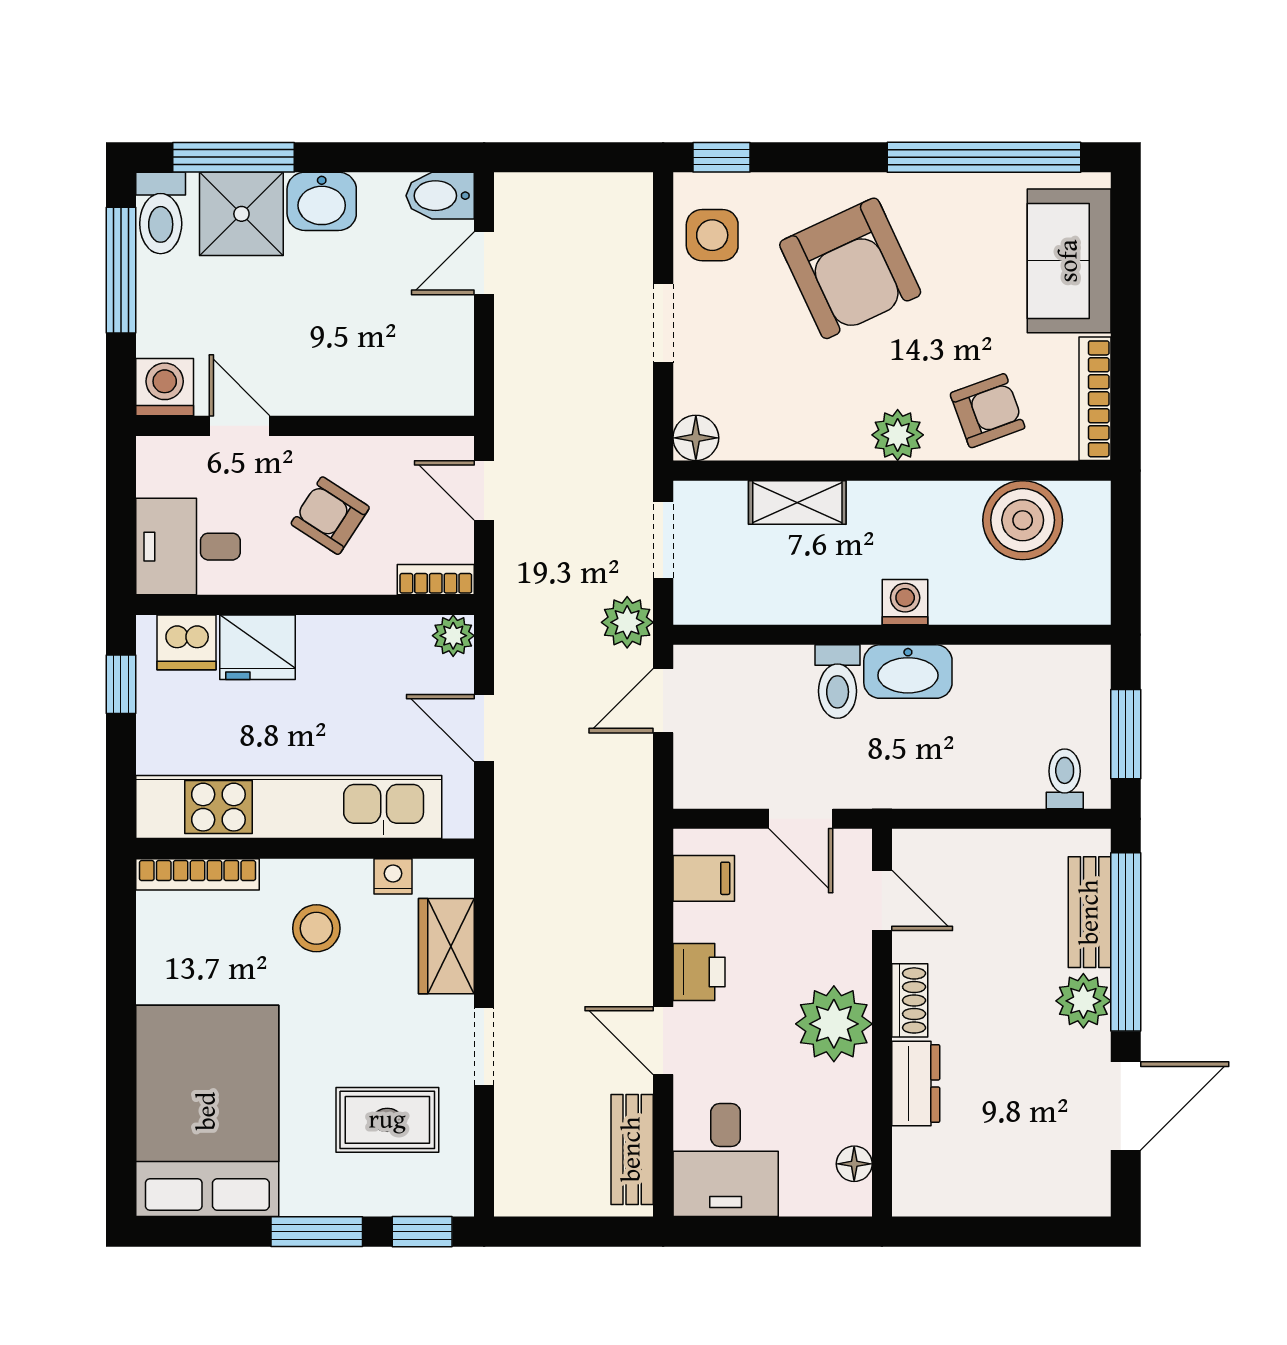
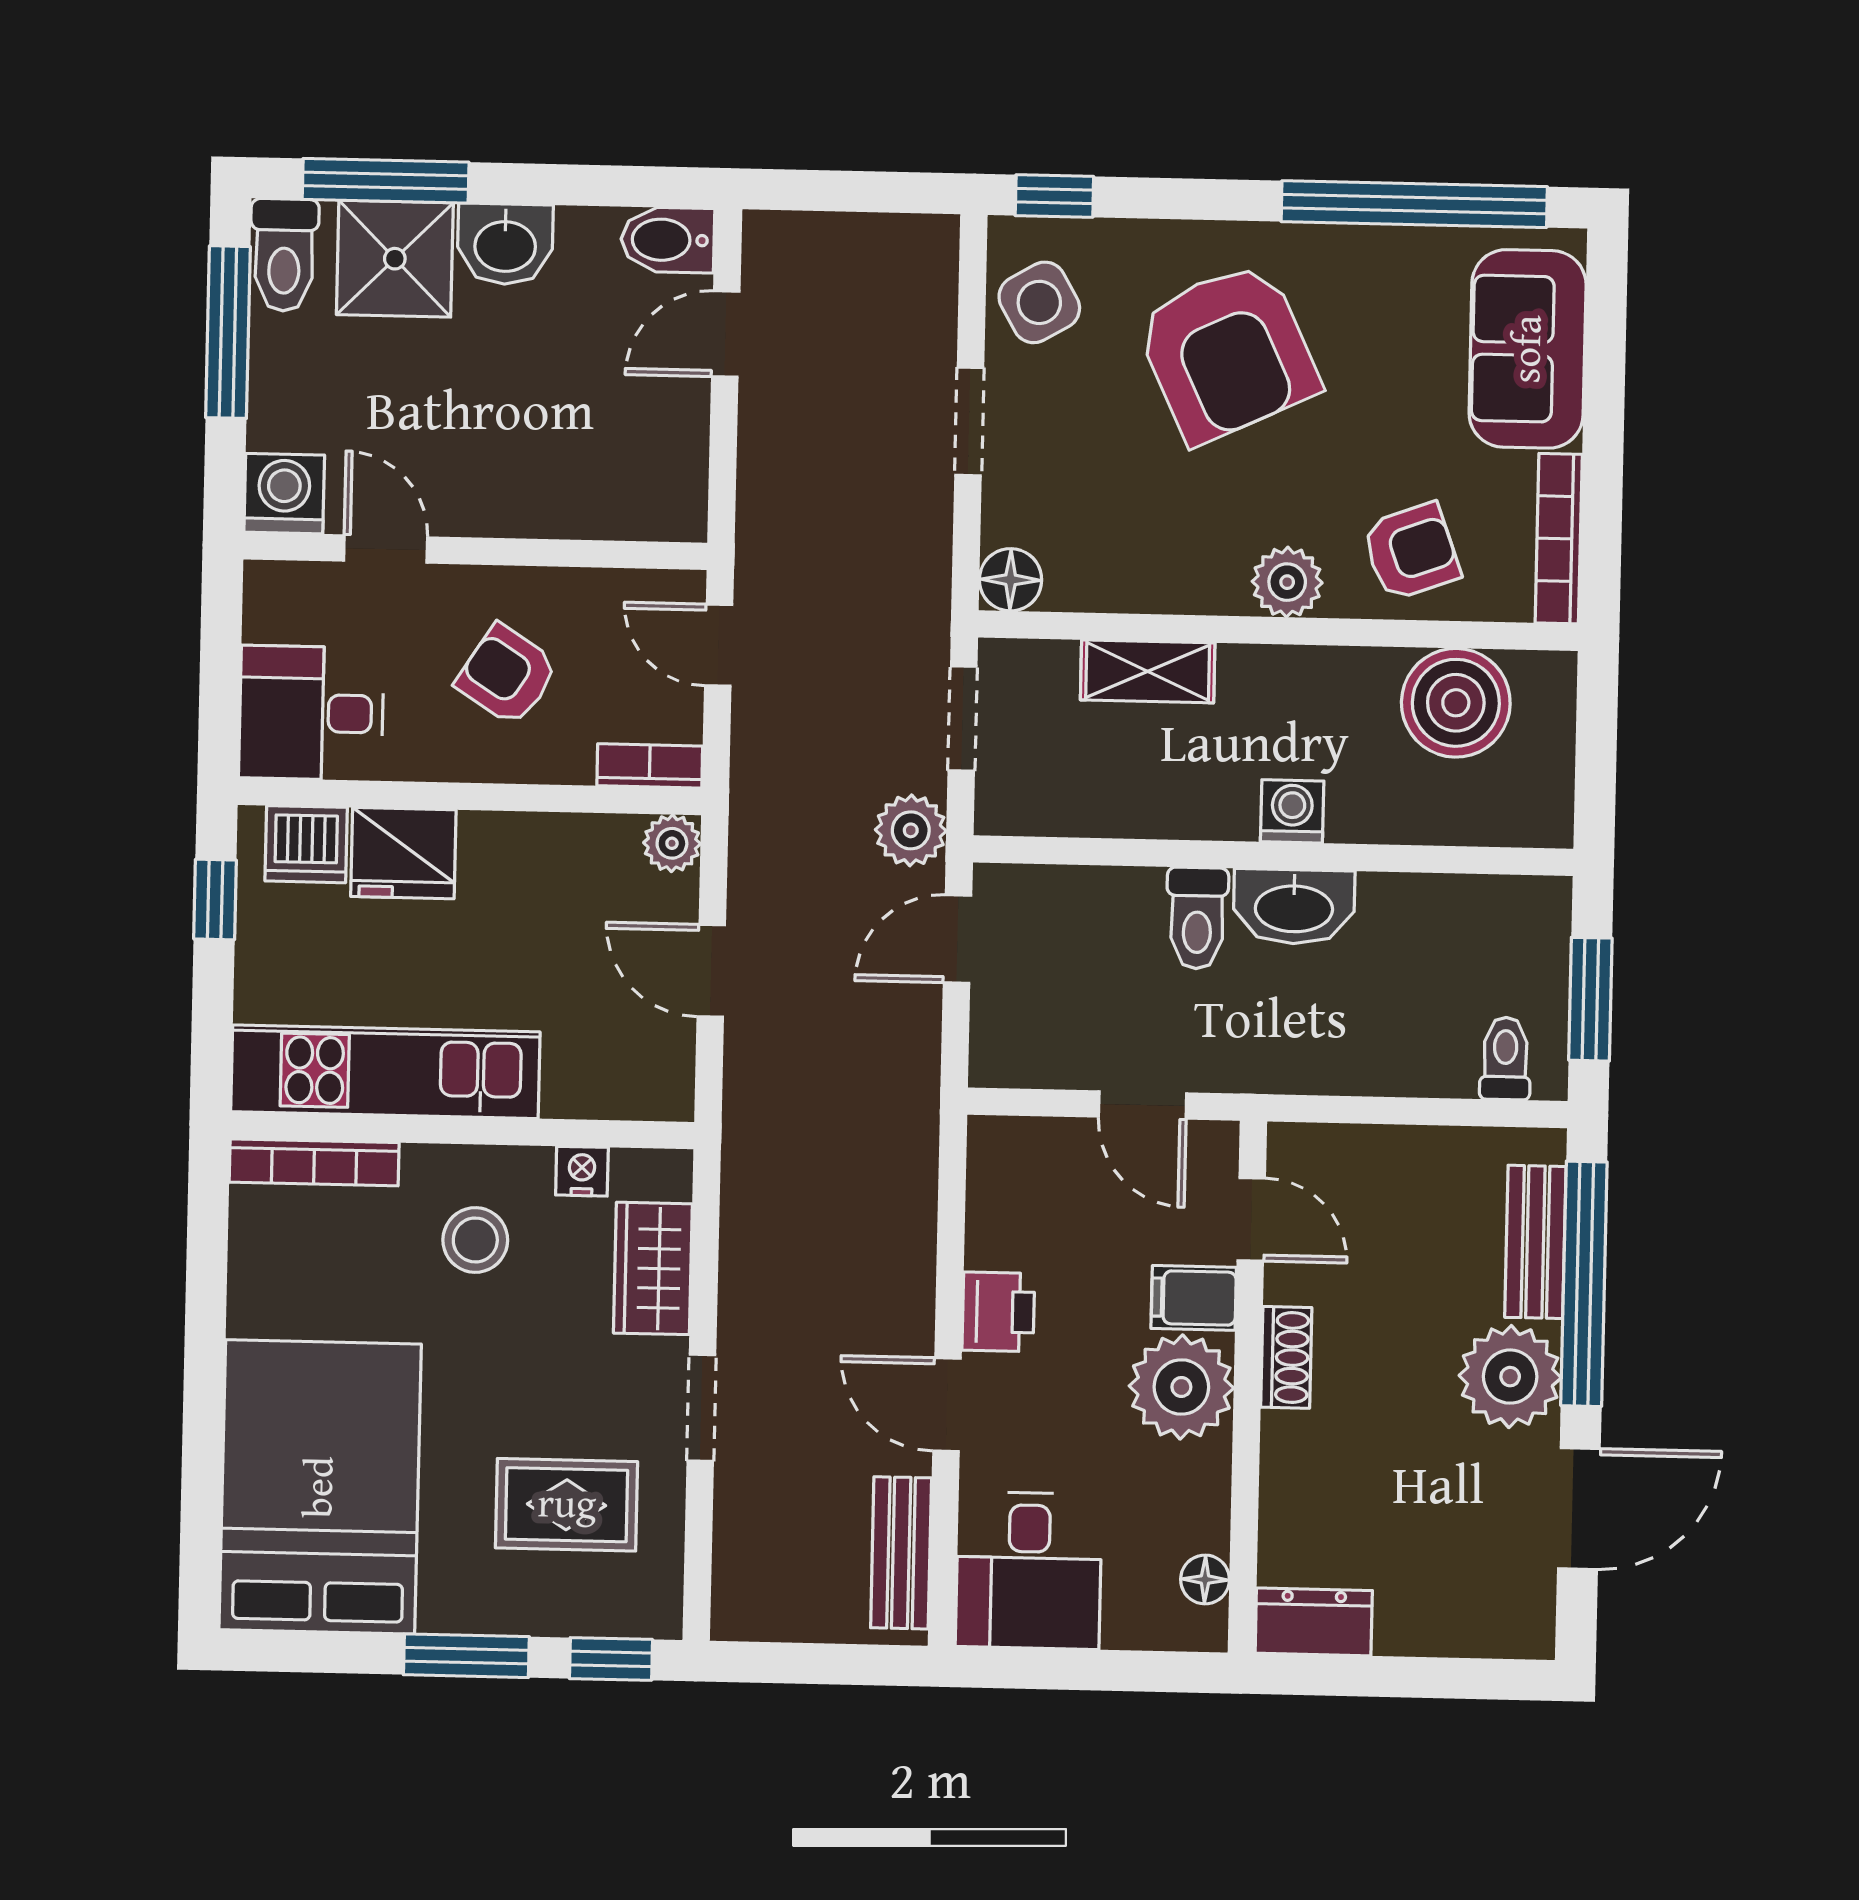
side table: (712, 235) -> (1039, 302), turned -30
kitchen unit: (289, 807) -> (385, 1072), width x0.73
filing cabinet: (704, 878) -> (1194, 1298), moved, turned 180
plant: (1083, 1001) -> (1510, 1377), width x1.36, depth x1.36
dresser: (916, 1083) -> (1314, 1622), moved, turned -90

